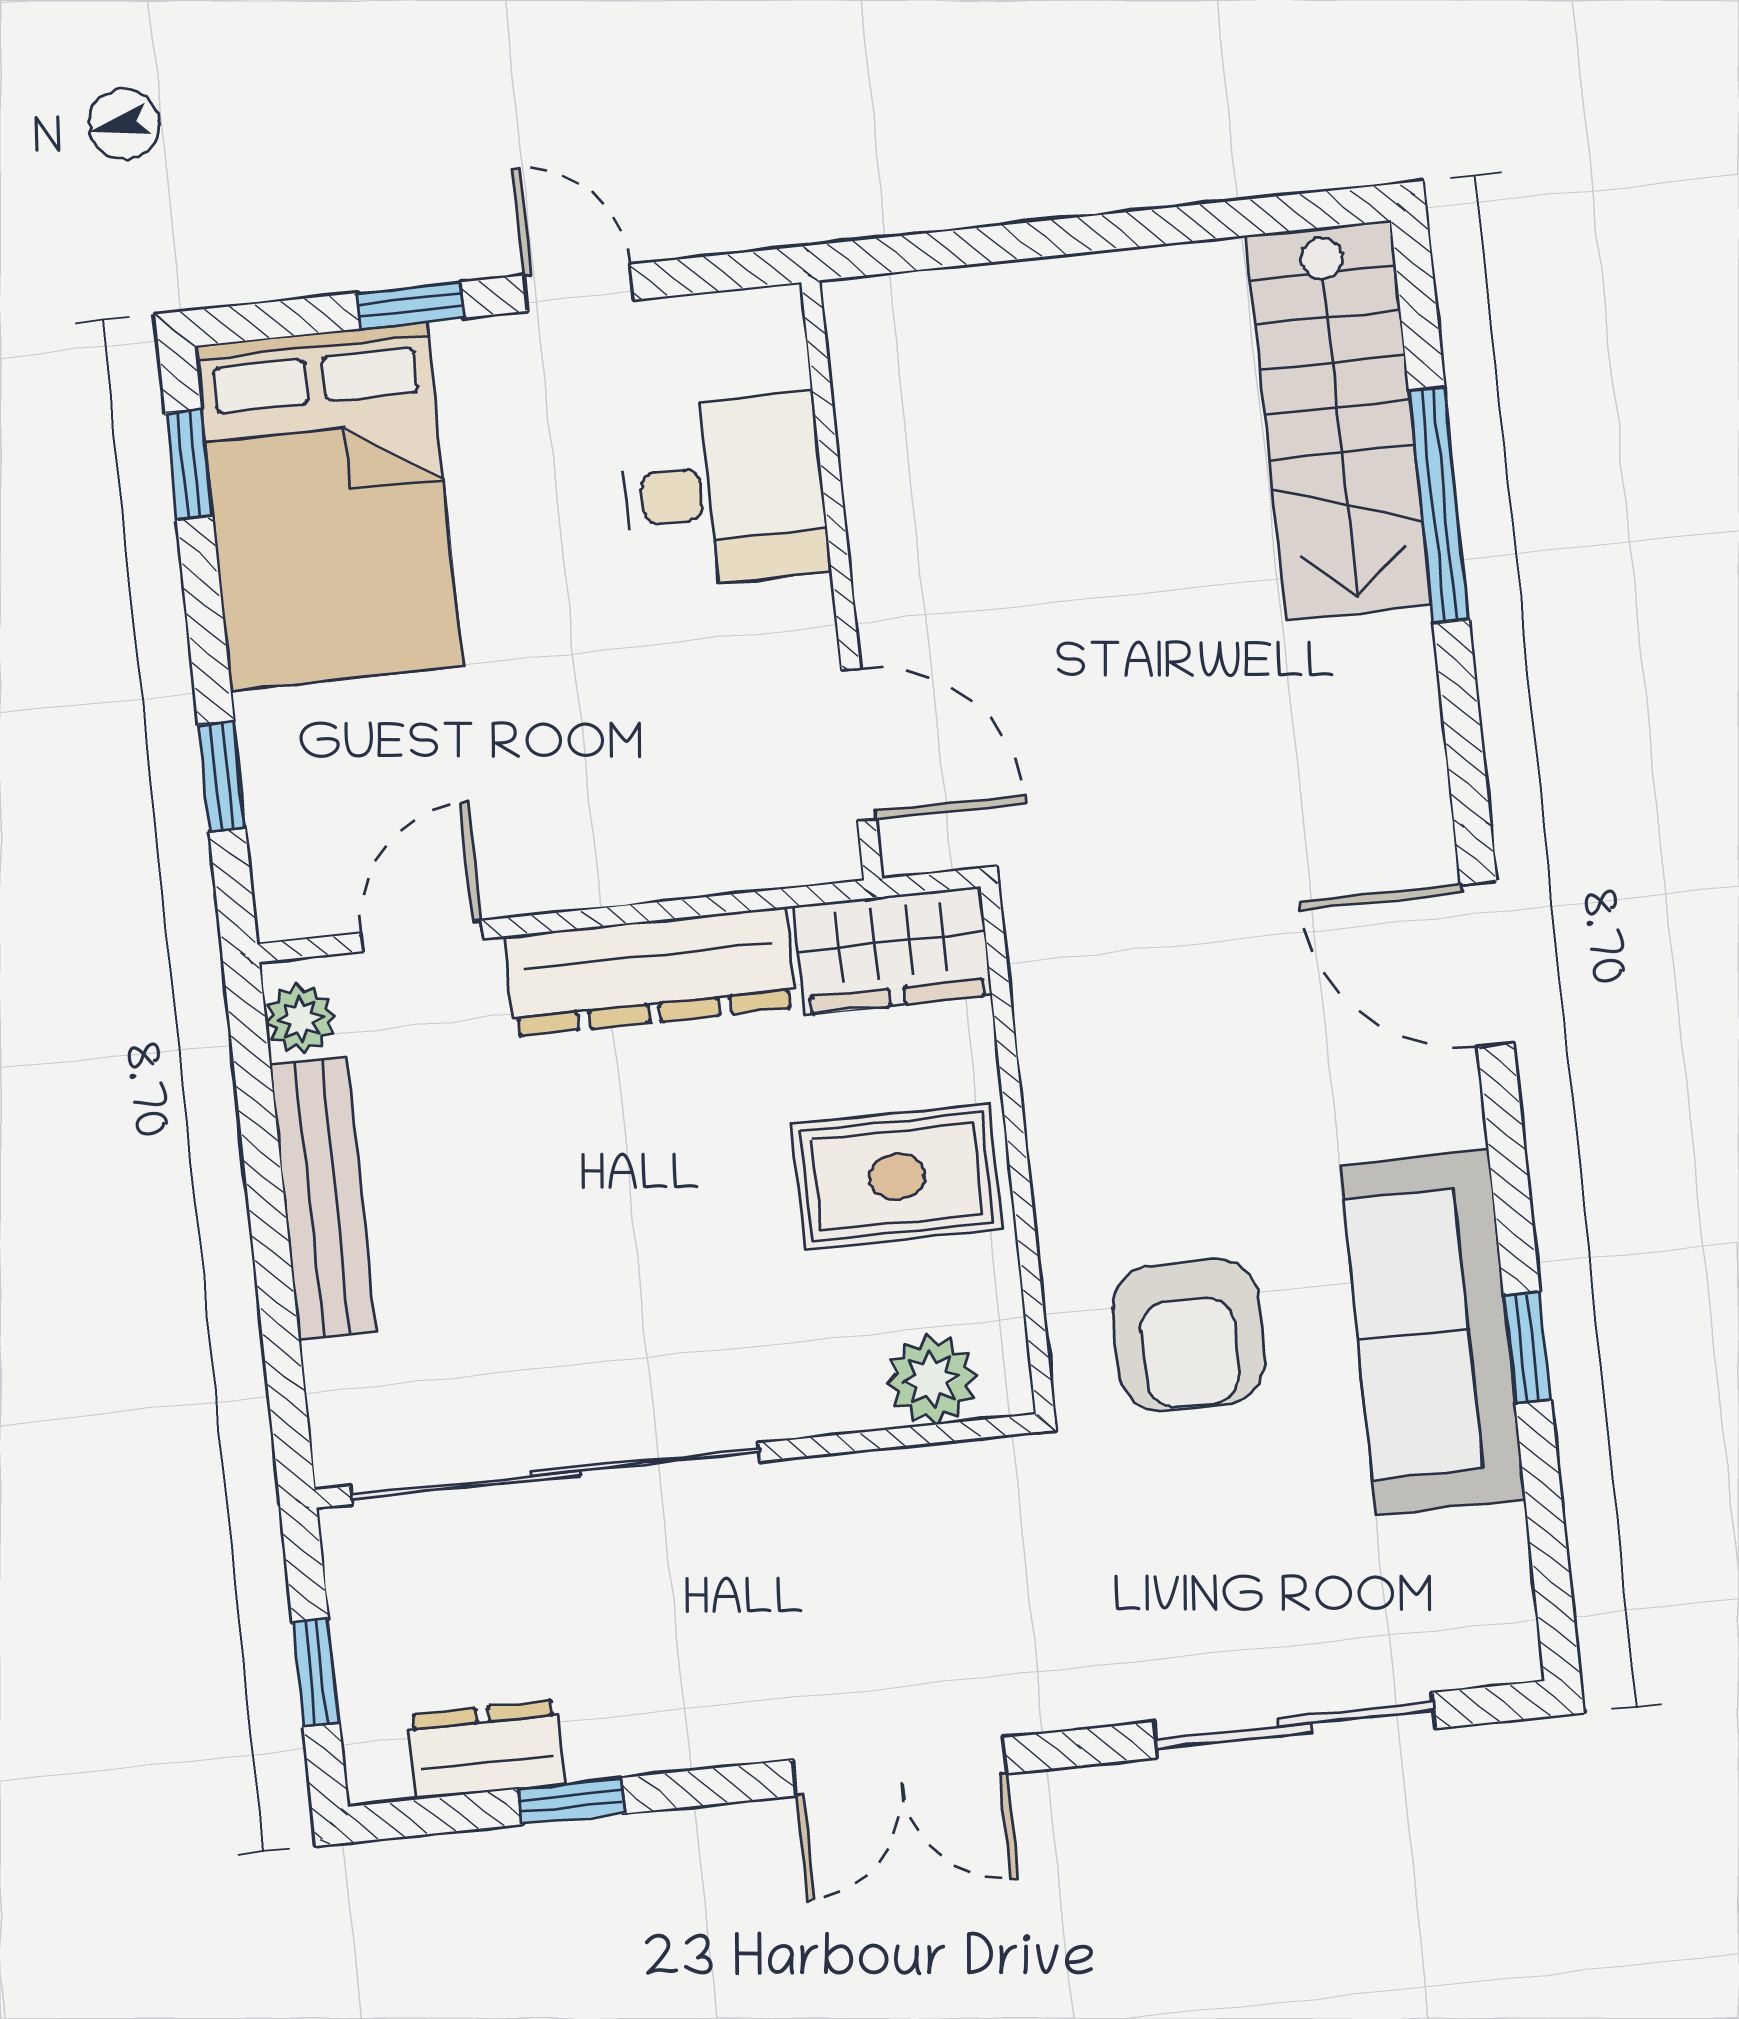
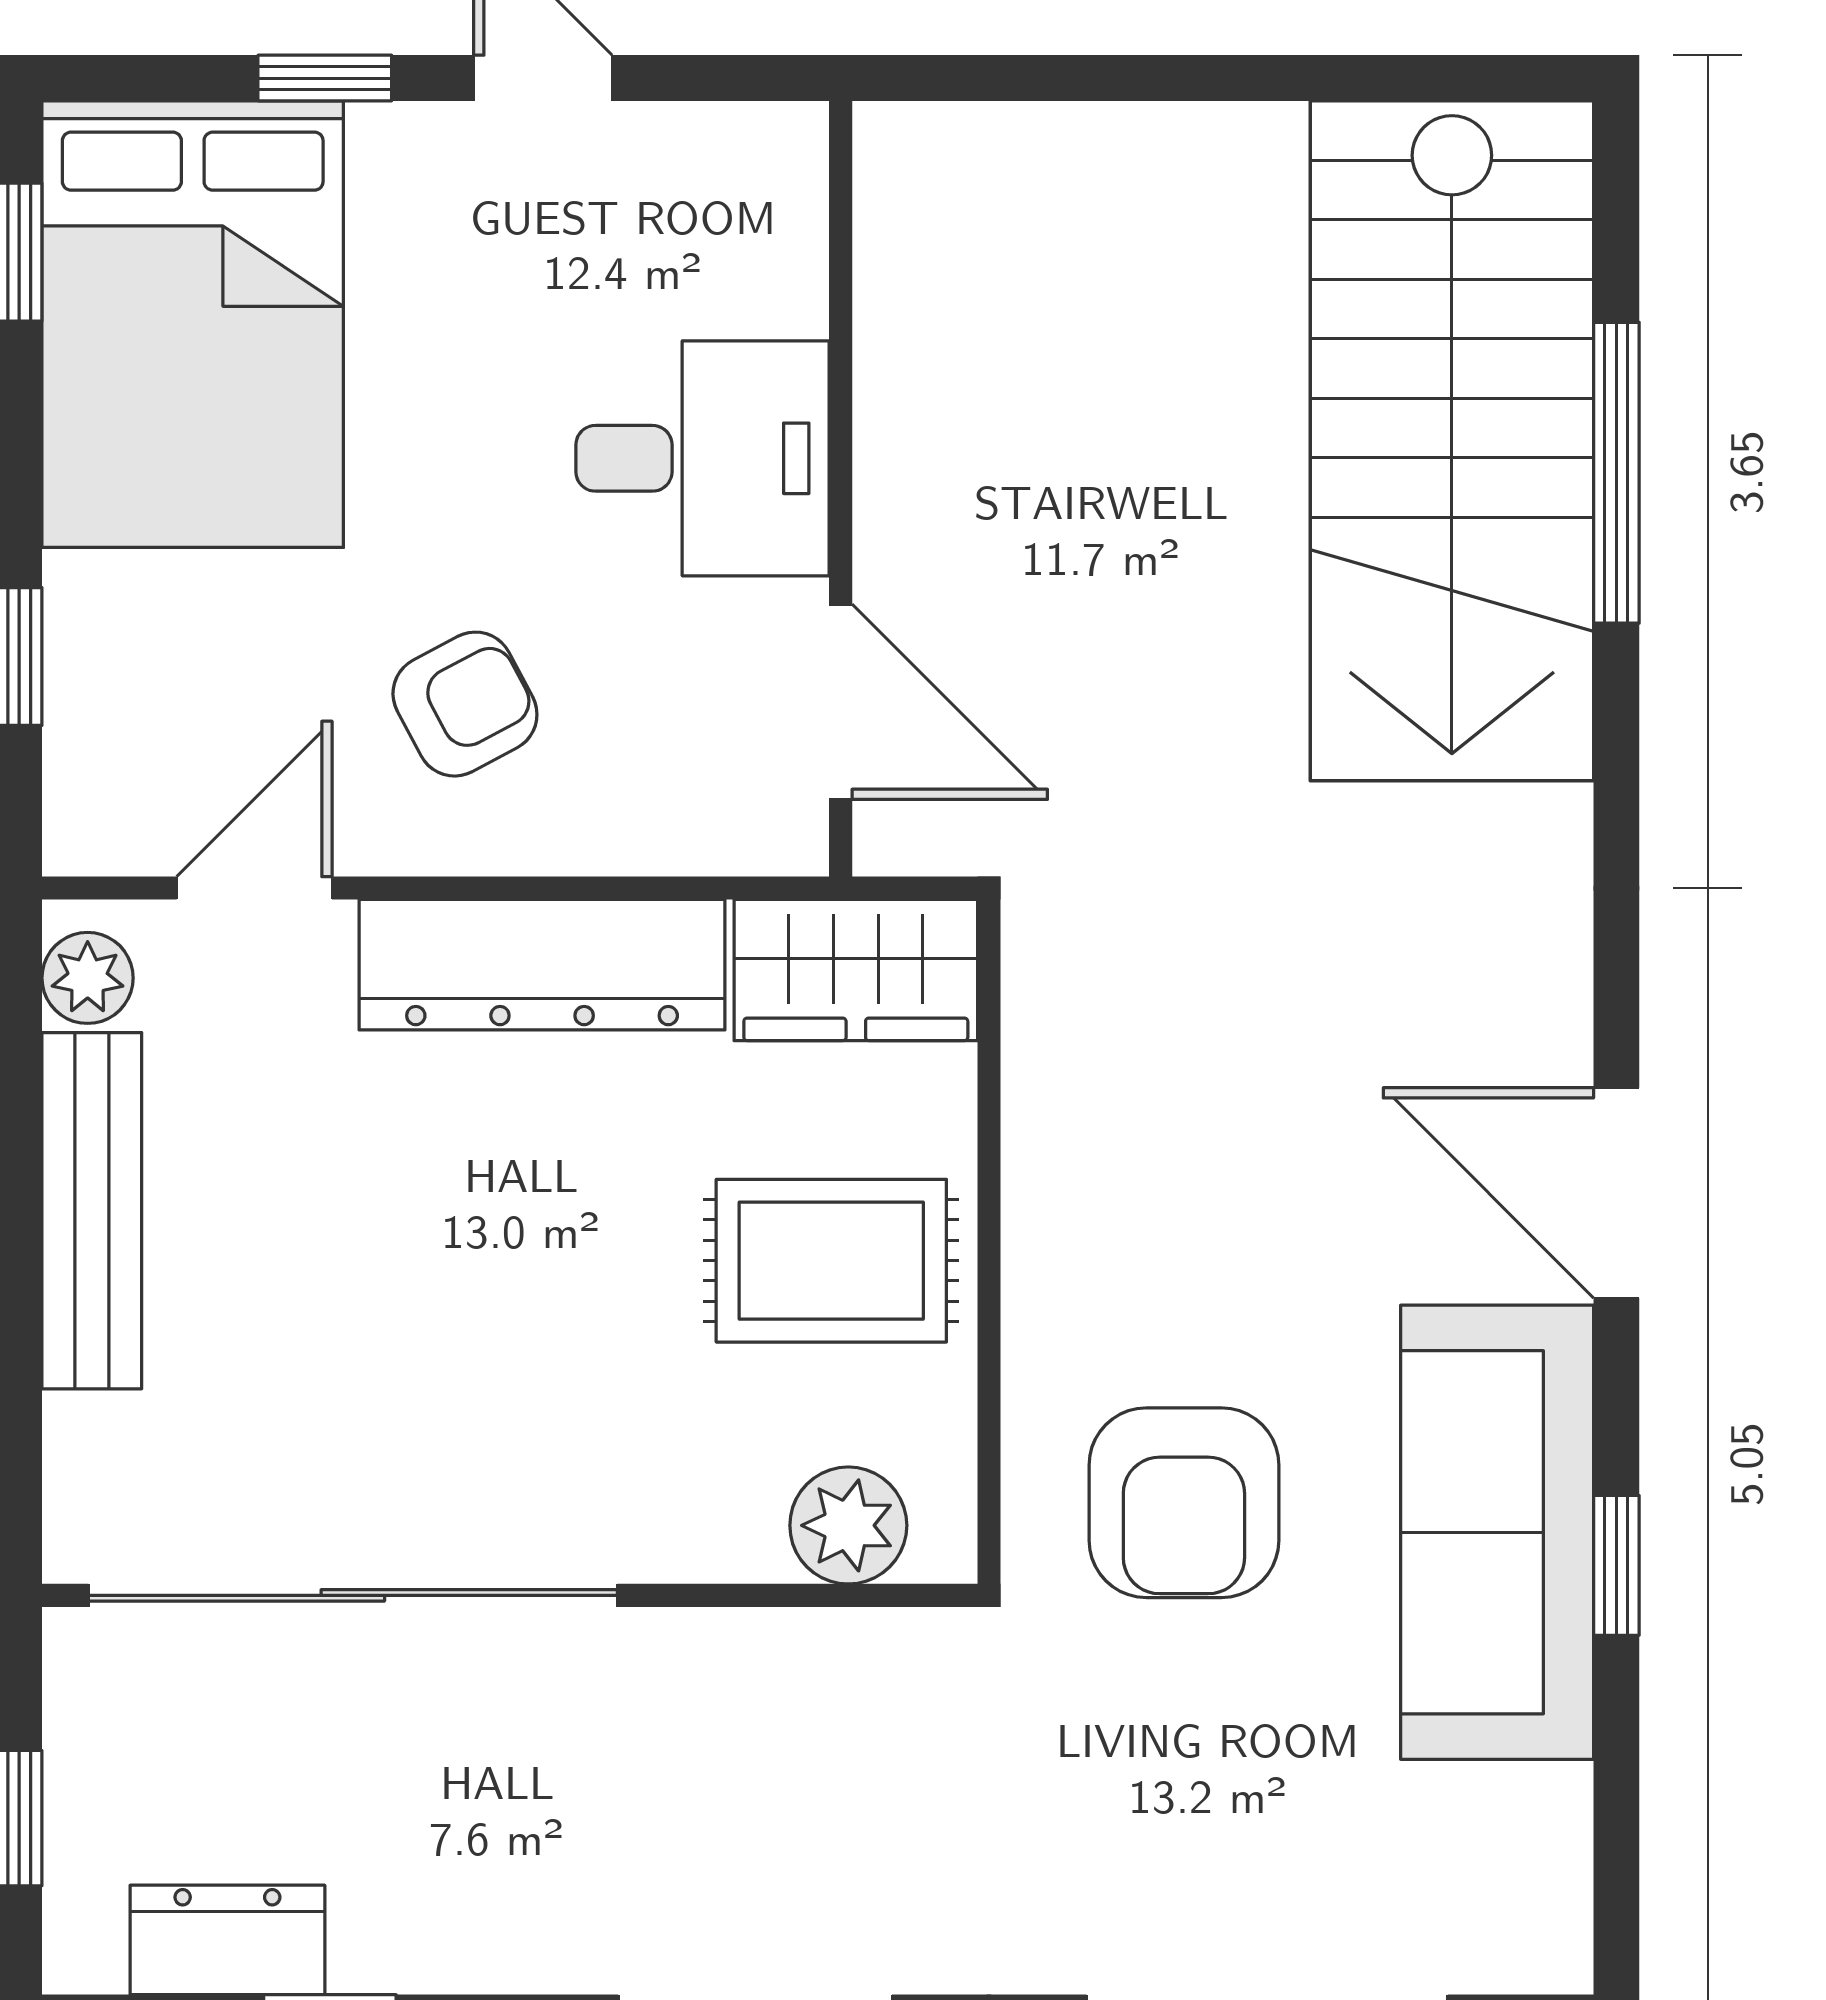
stairs: (1339, 420) -> (1452, 441), width x1.36, depth x1.51
desk: (725, 491) -> (703, 458), moved
armchair: (569, 777) -> (465, 704), added
door: (1487, 964) -> (1616, 1193), moved

